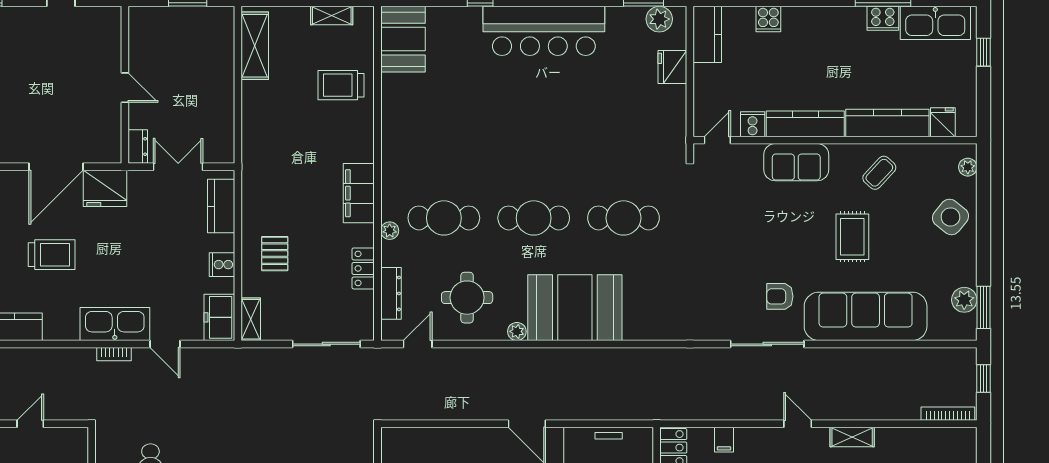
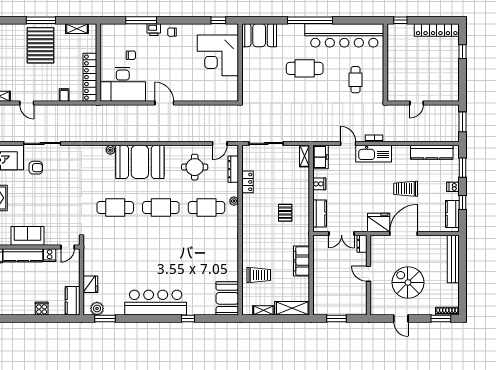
shelving: (255, 46) -> (292, 308), moved, turned 90
spiral stairs: (47, 70) -> (408, 282), added
filing cabinet: (359, 193) -> (302, 261), moved, turned 180
pallet: (275, 254) -> (285, 213), moved
plant: (517, 331) -> (110, 150), moved

